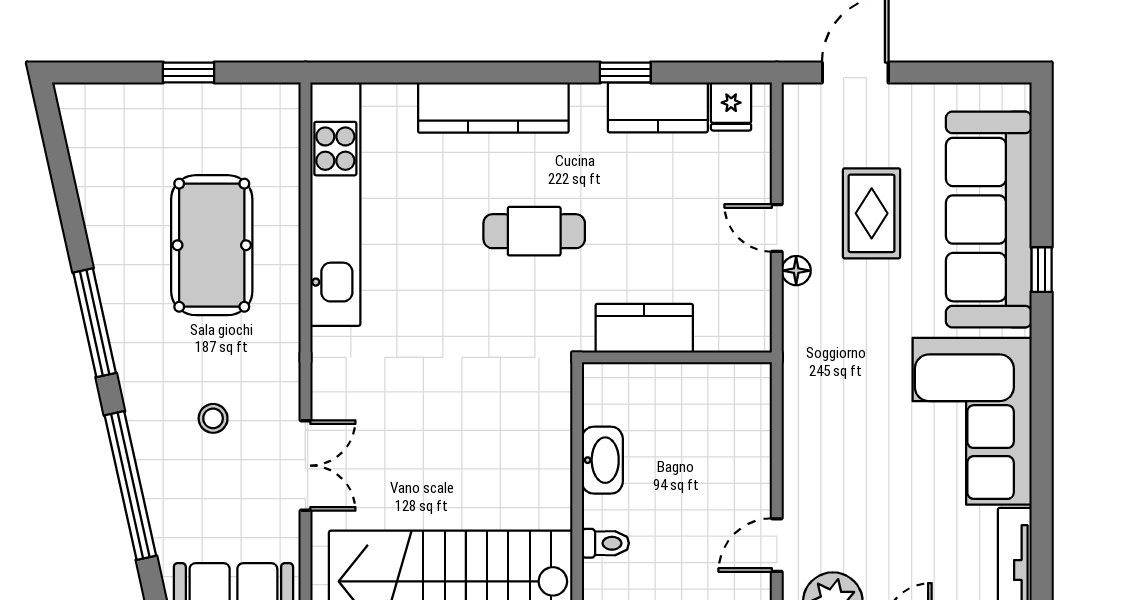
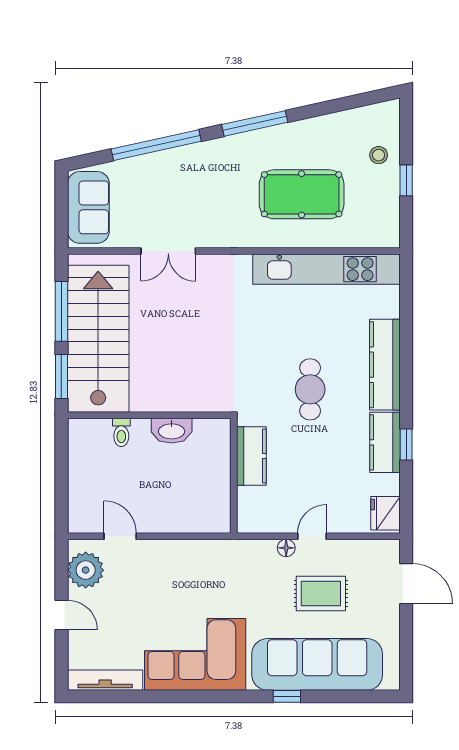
kitchen counter: (658, 107) -> (385, 442), moved
fridge: (731, 107) -> (386, 513), width x1.38
stool: (213, 418) -> (379, 155), moved

